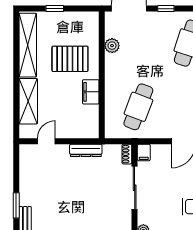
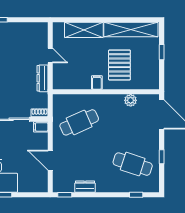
window: (166, 9) -> (162, 157), moved
filing cabinet: (91, 92) -> (97, 82), width x0.50
cafe table: (138, 107) -> (79, 122), turned -45
door: (46, 141) -> (50, 56), moved

